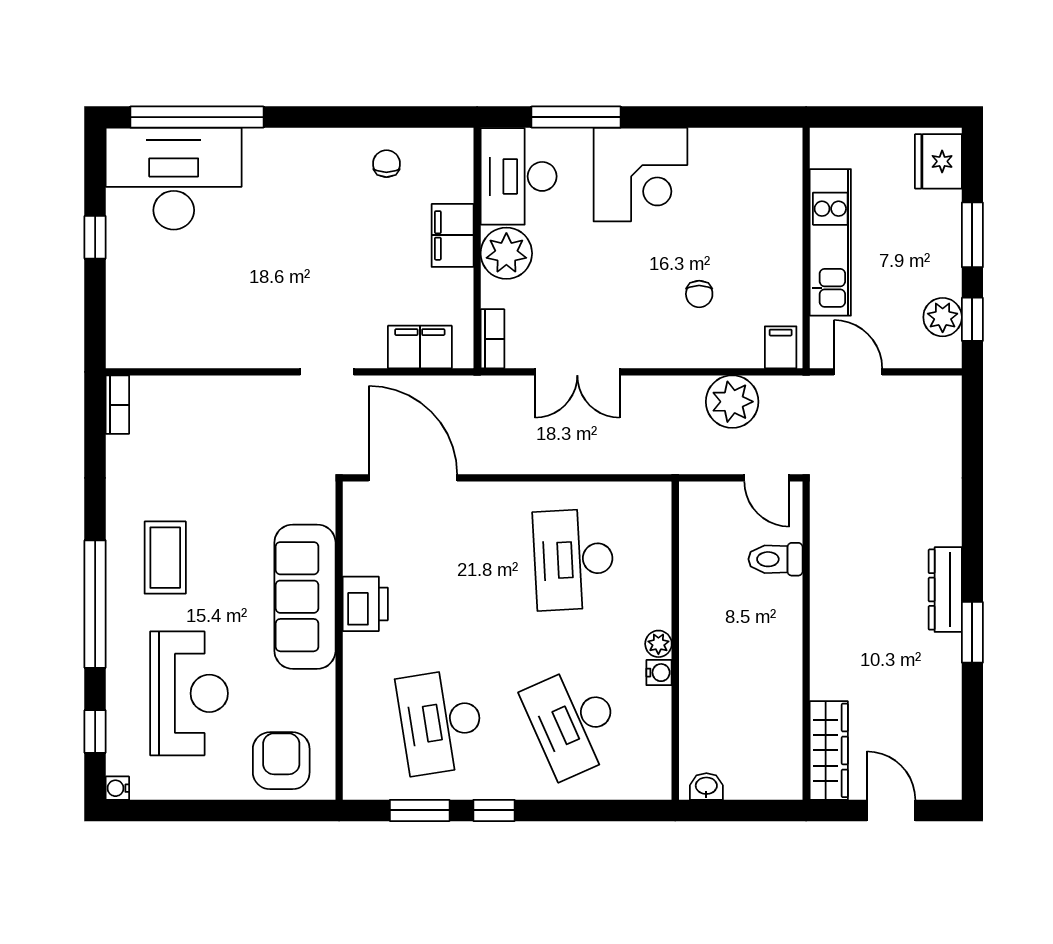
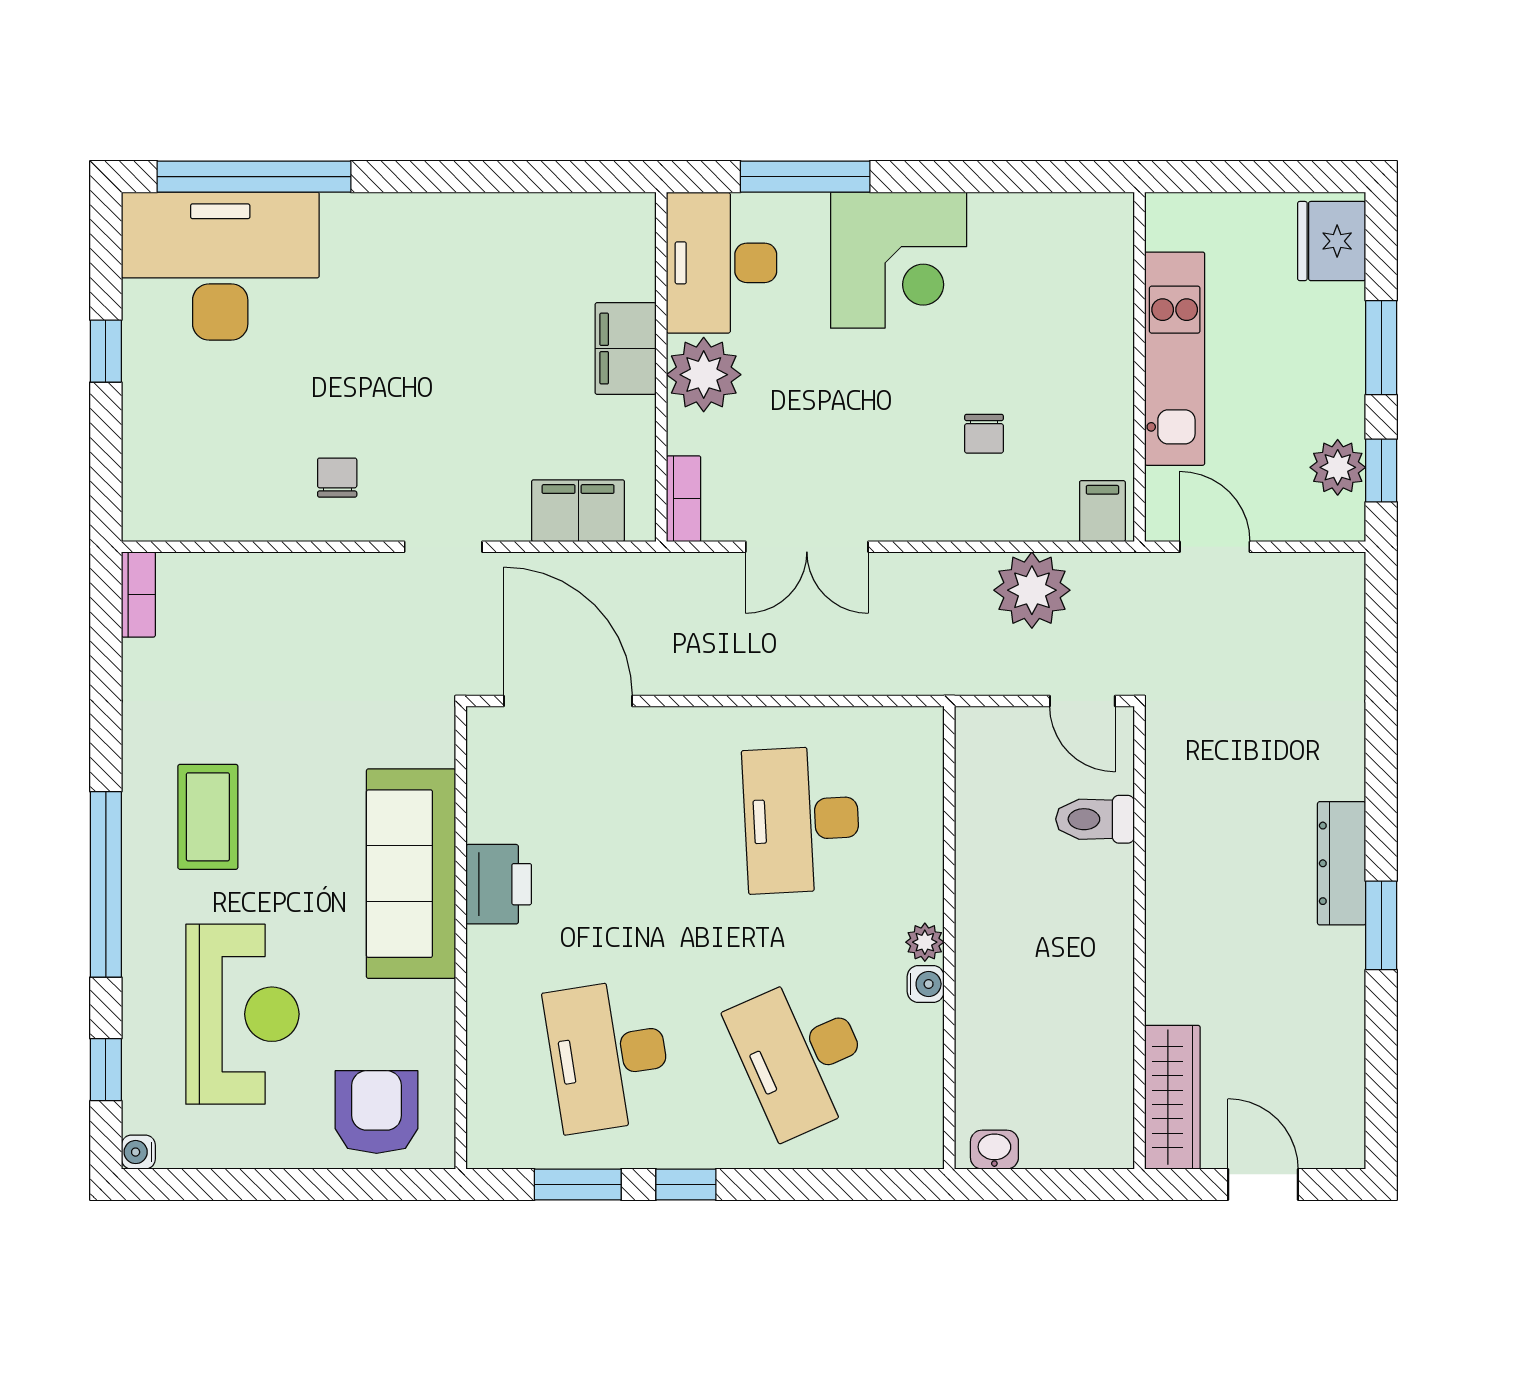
chair: (386, 164) -> (337, 478), moved

